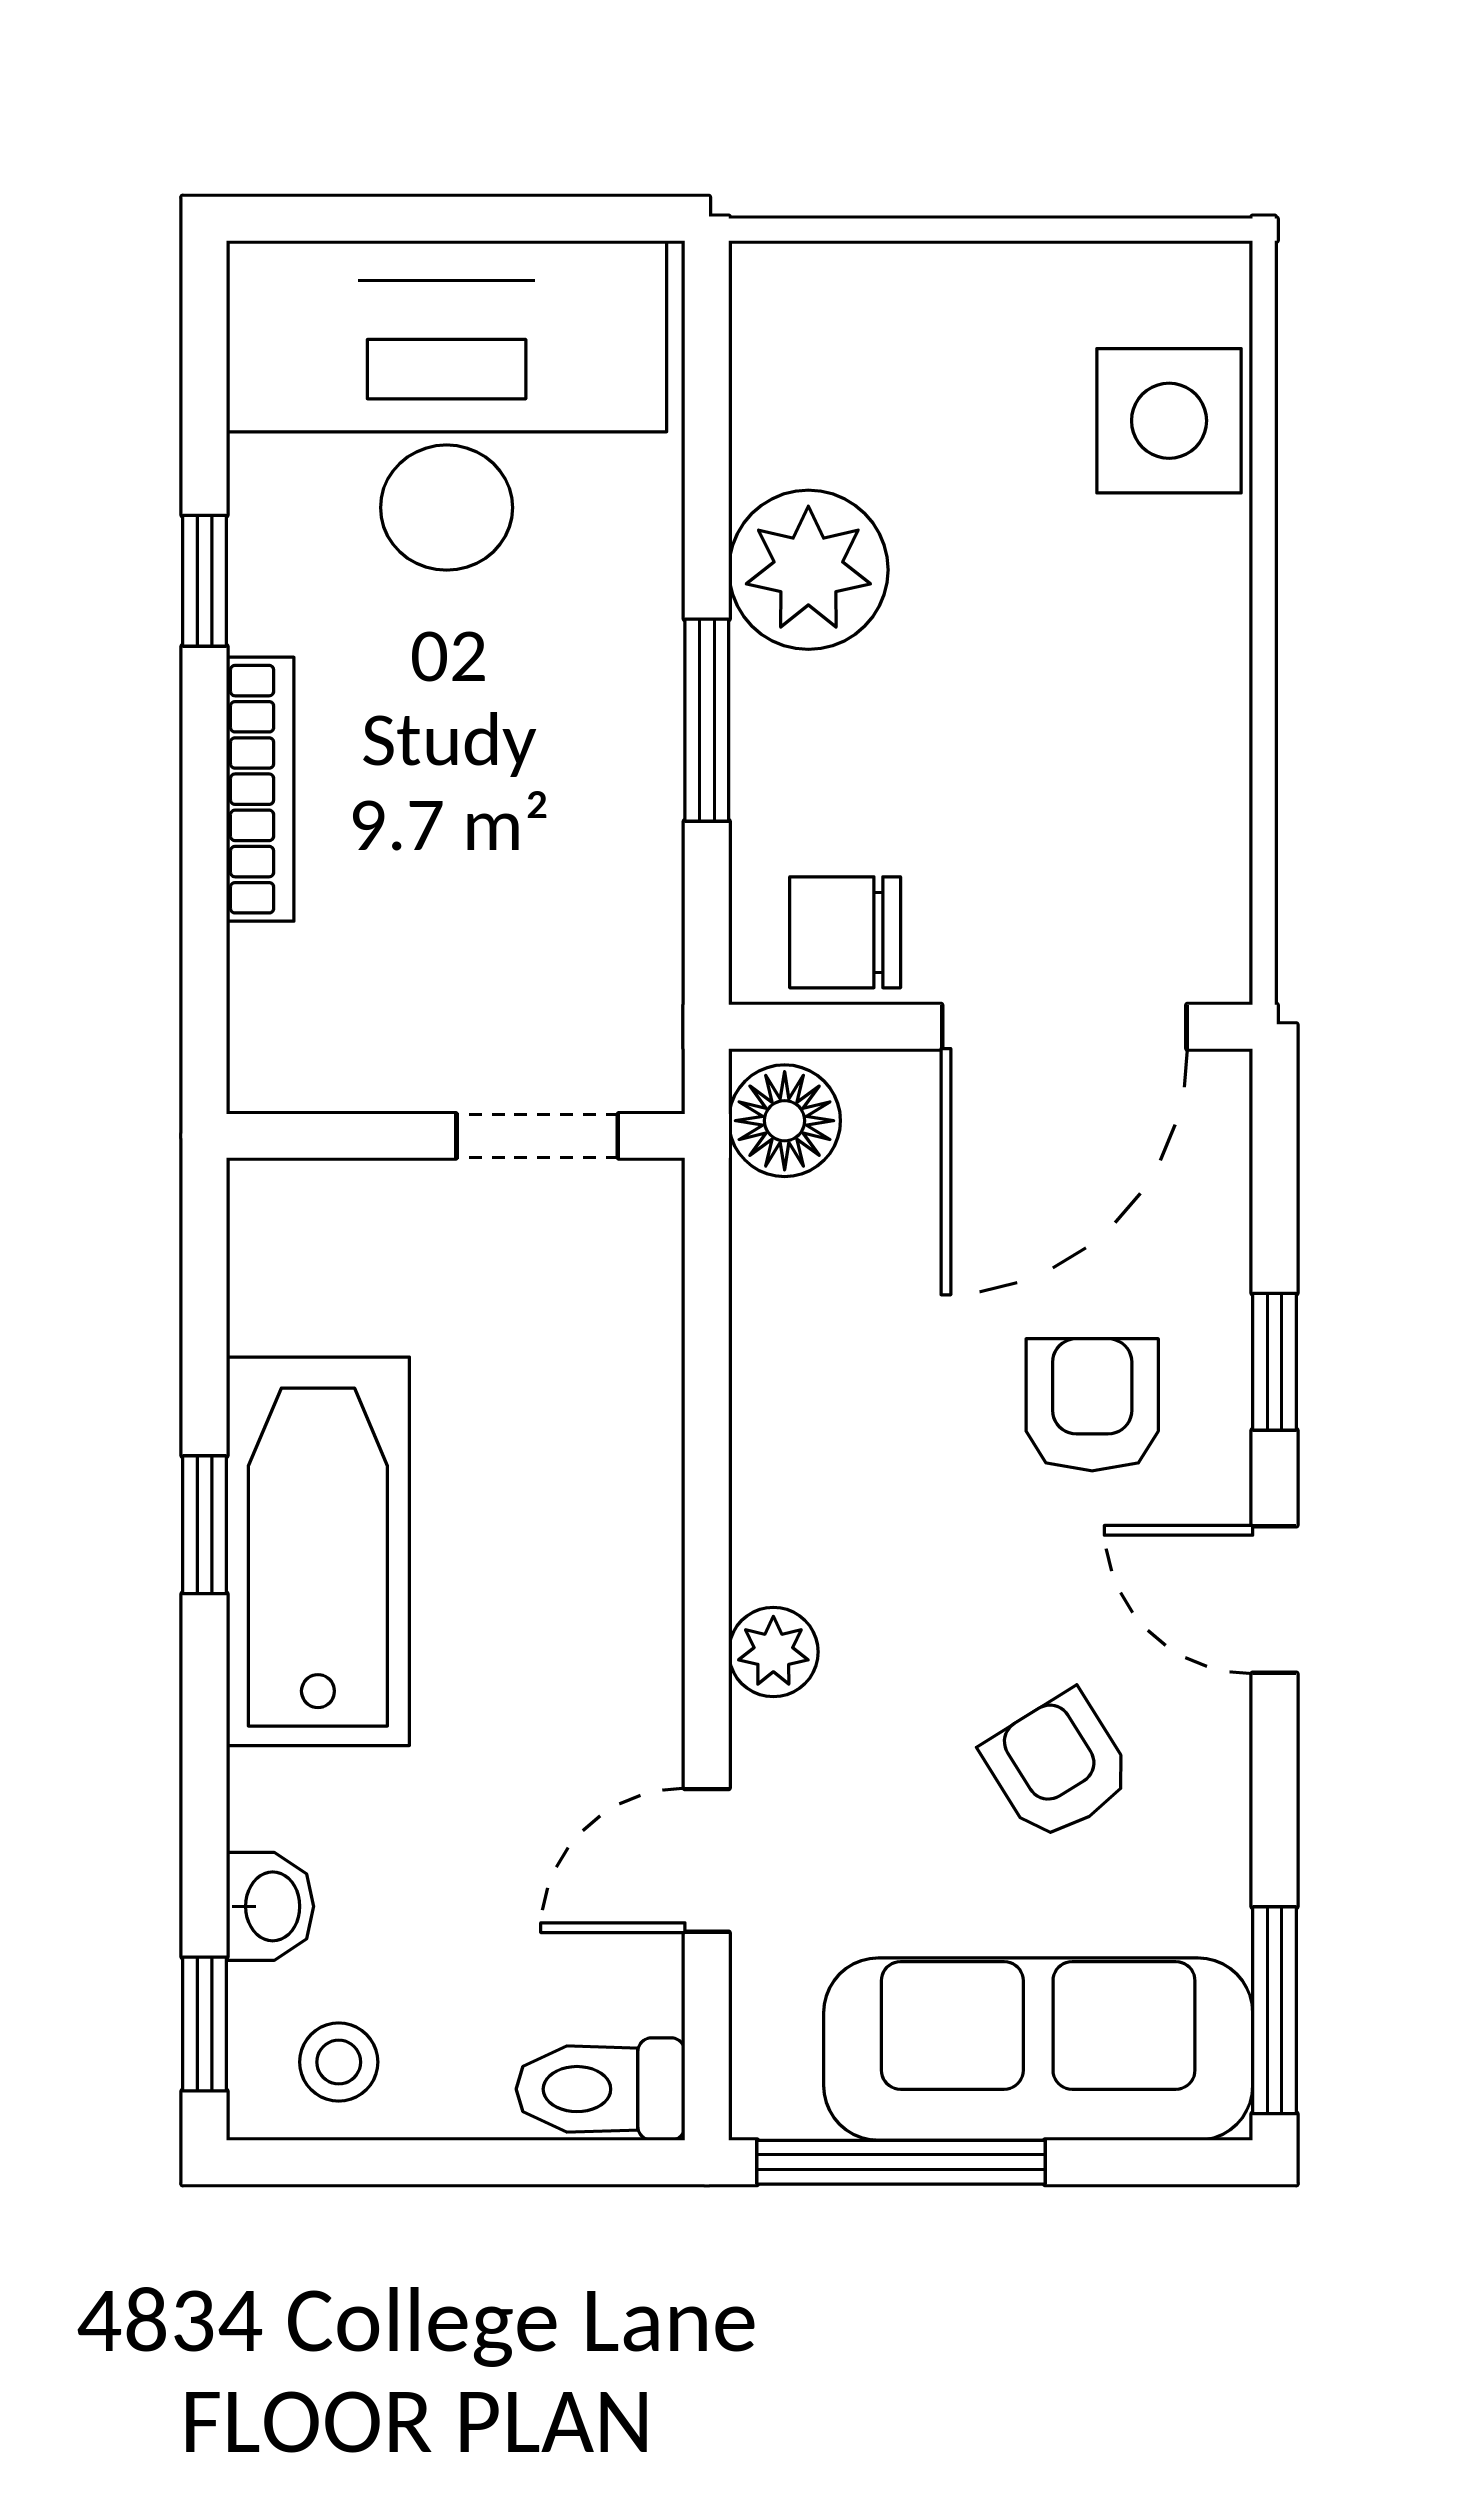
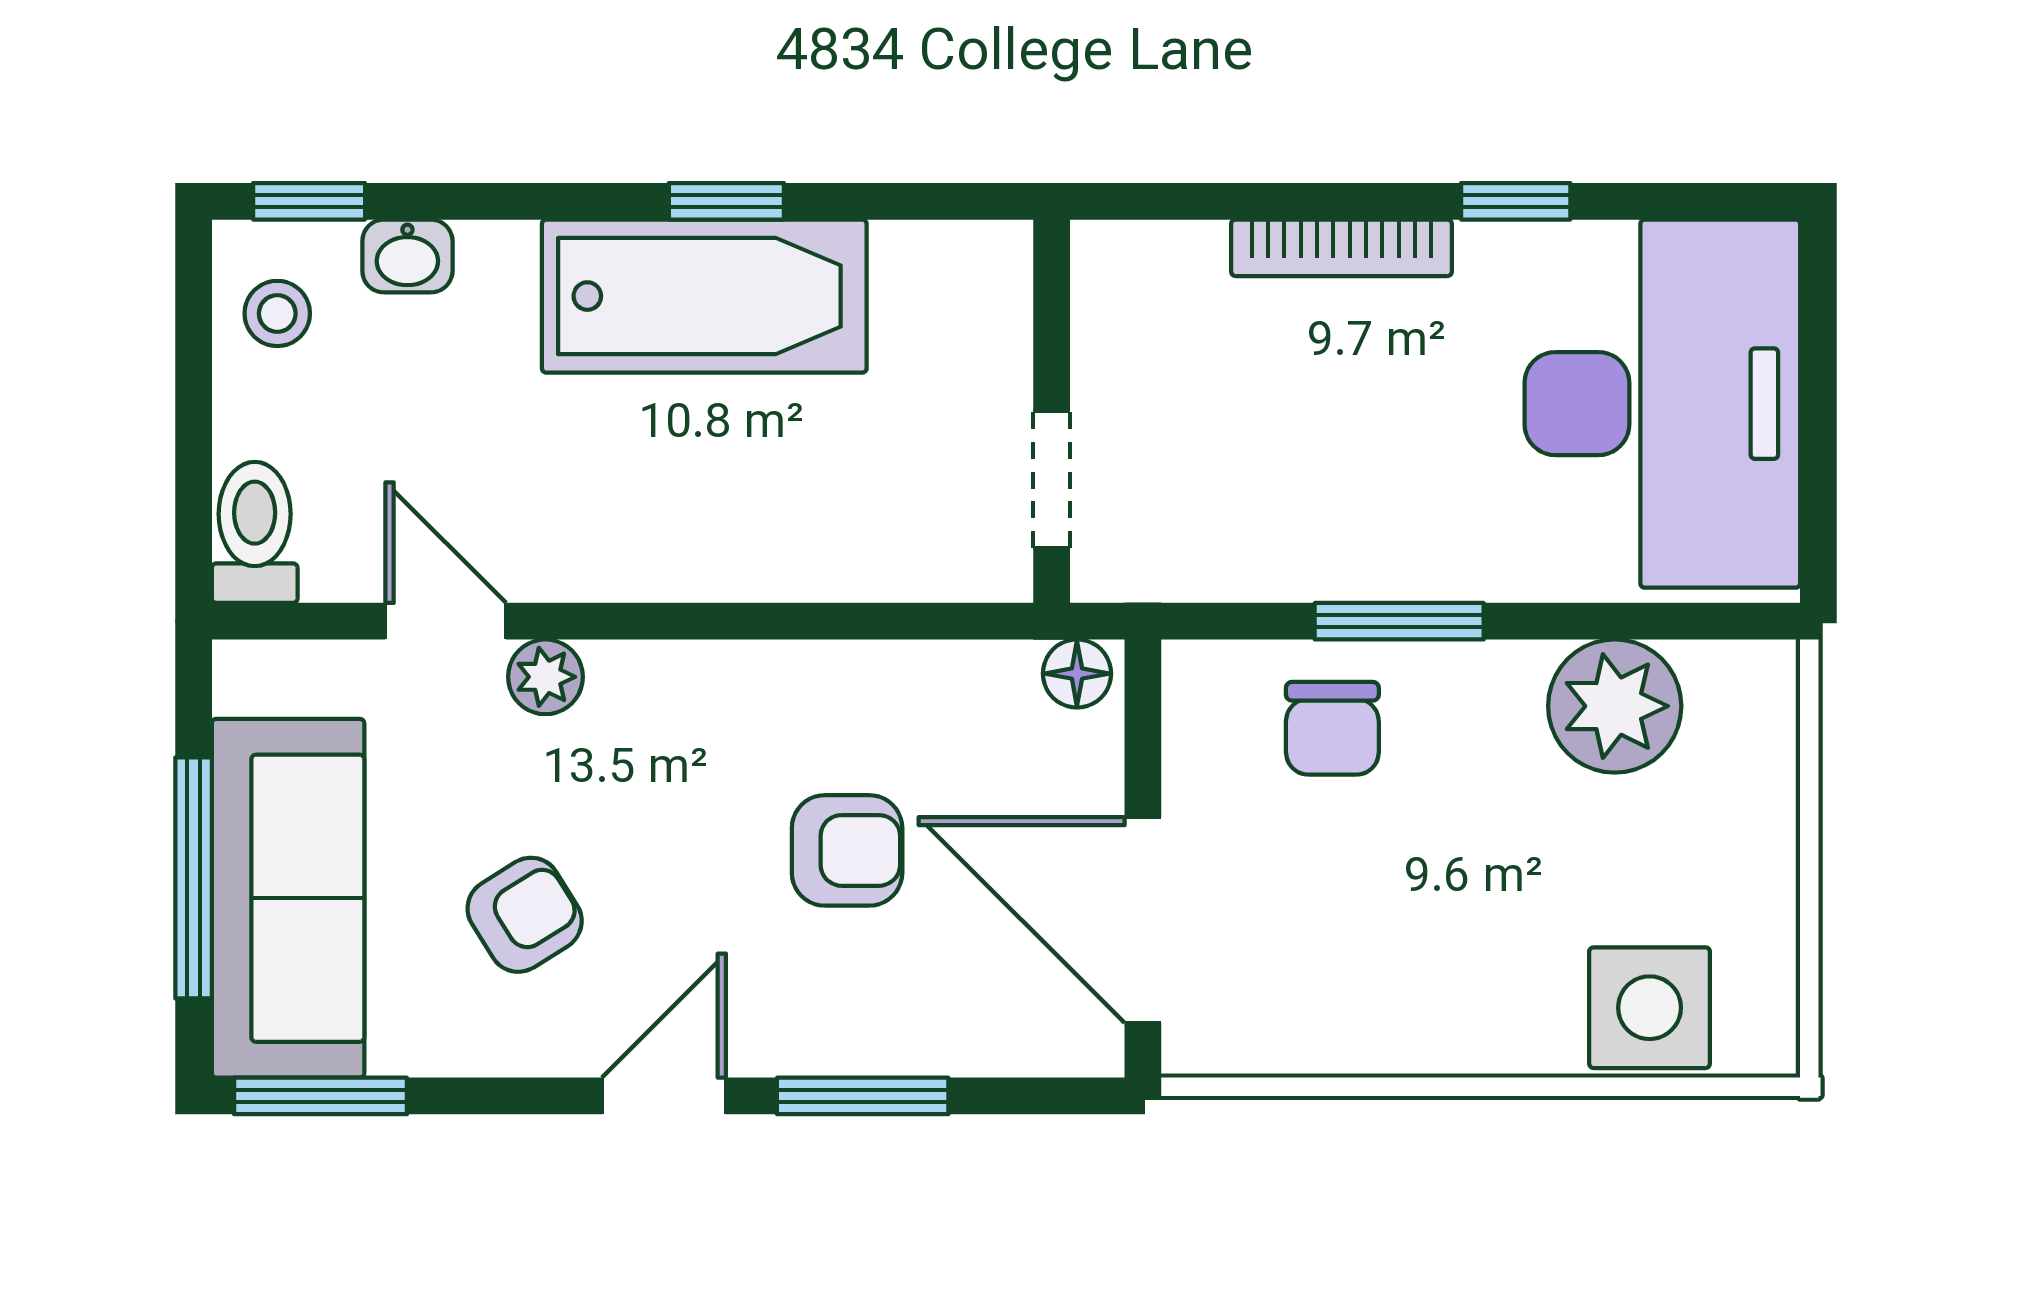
plant: (808, 570) -> (1615, 706), moved
chair: (845, 932) -> (1332, 728), moved, turned 180
floor lamp: (785, 1121) -> (1077, 674), width x0.73, depth x0.73
window: (1275, 1362) -> (863, 1096), width x1.50
armchair: (1092, 1405) -> (847, 850), moved
plant: (773, 1652) -> (545, 677), moved
window: (901, 2162) -> (194, 878), moved

